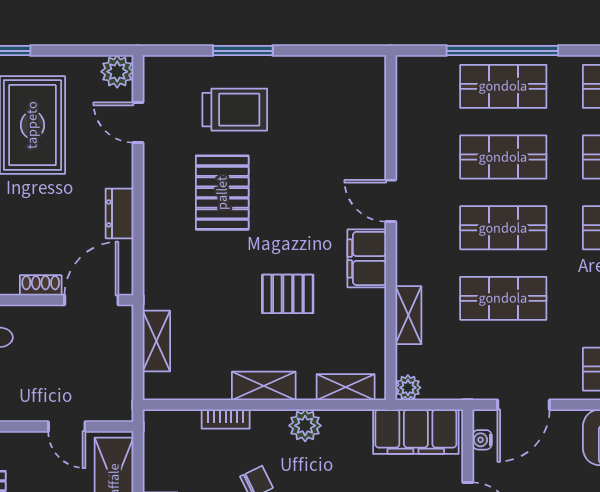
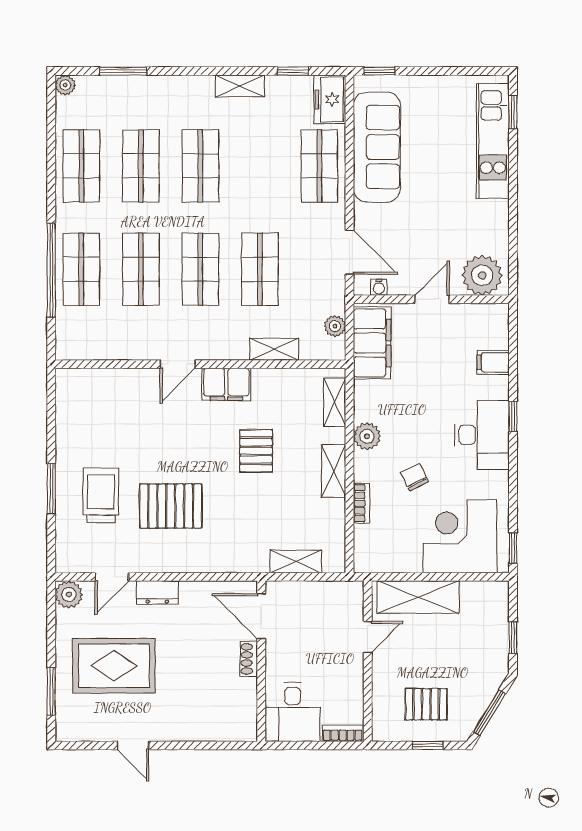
dresser: (120, 213) -> (157, 592), moved
plant: (408, 388) -> (335, 326), moved

